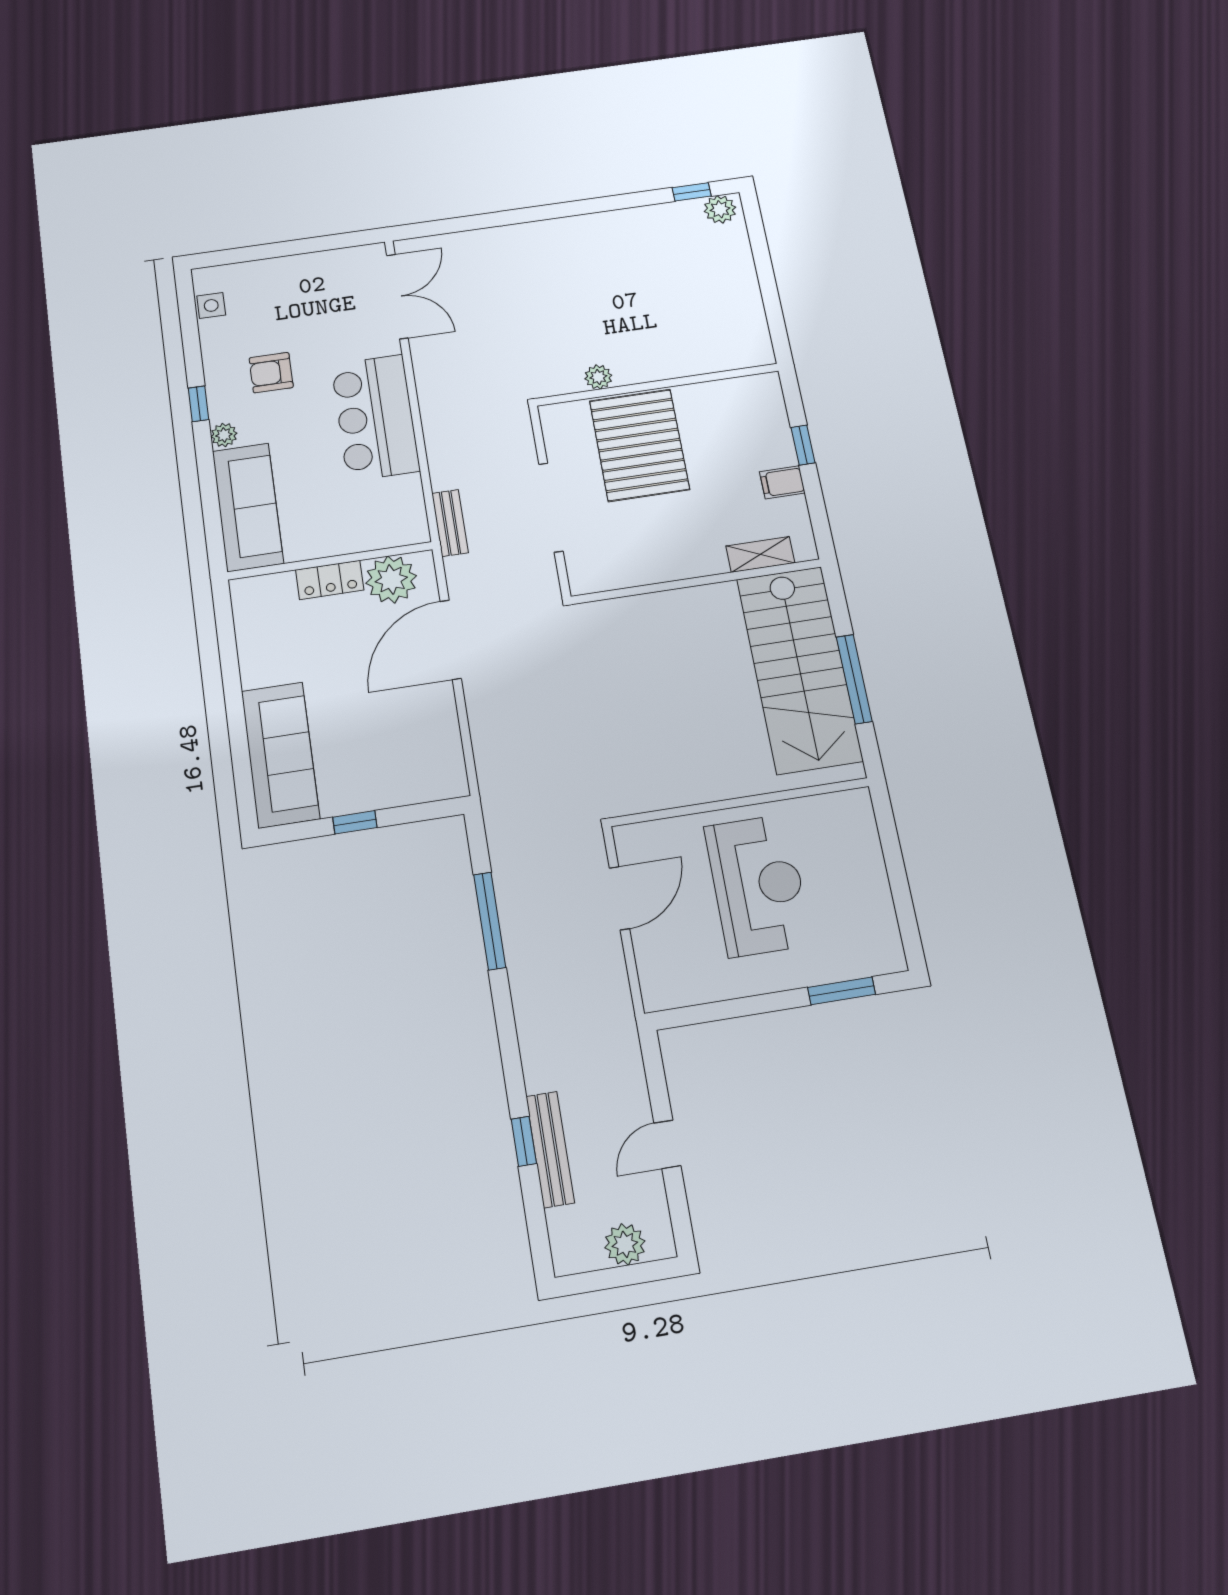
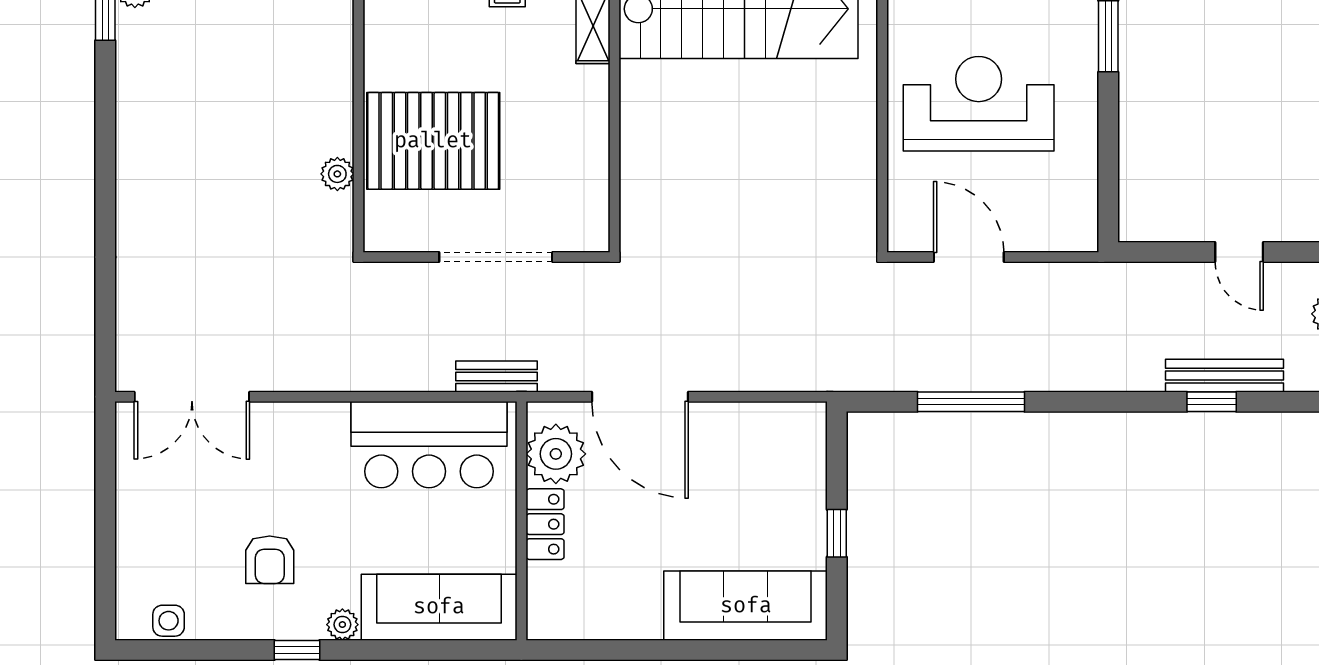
double door: (397, 296) -> (192, 397), swing flipped
bar counter: (375, 417) -> (429, 445), moved

